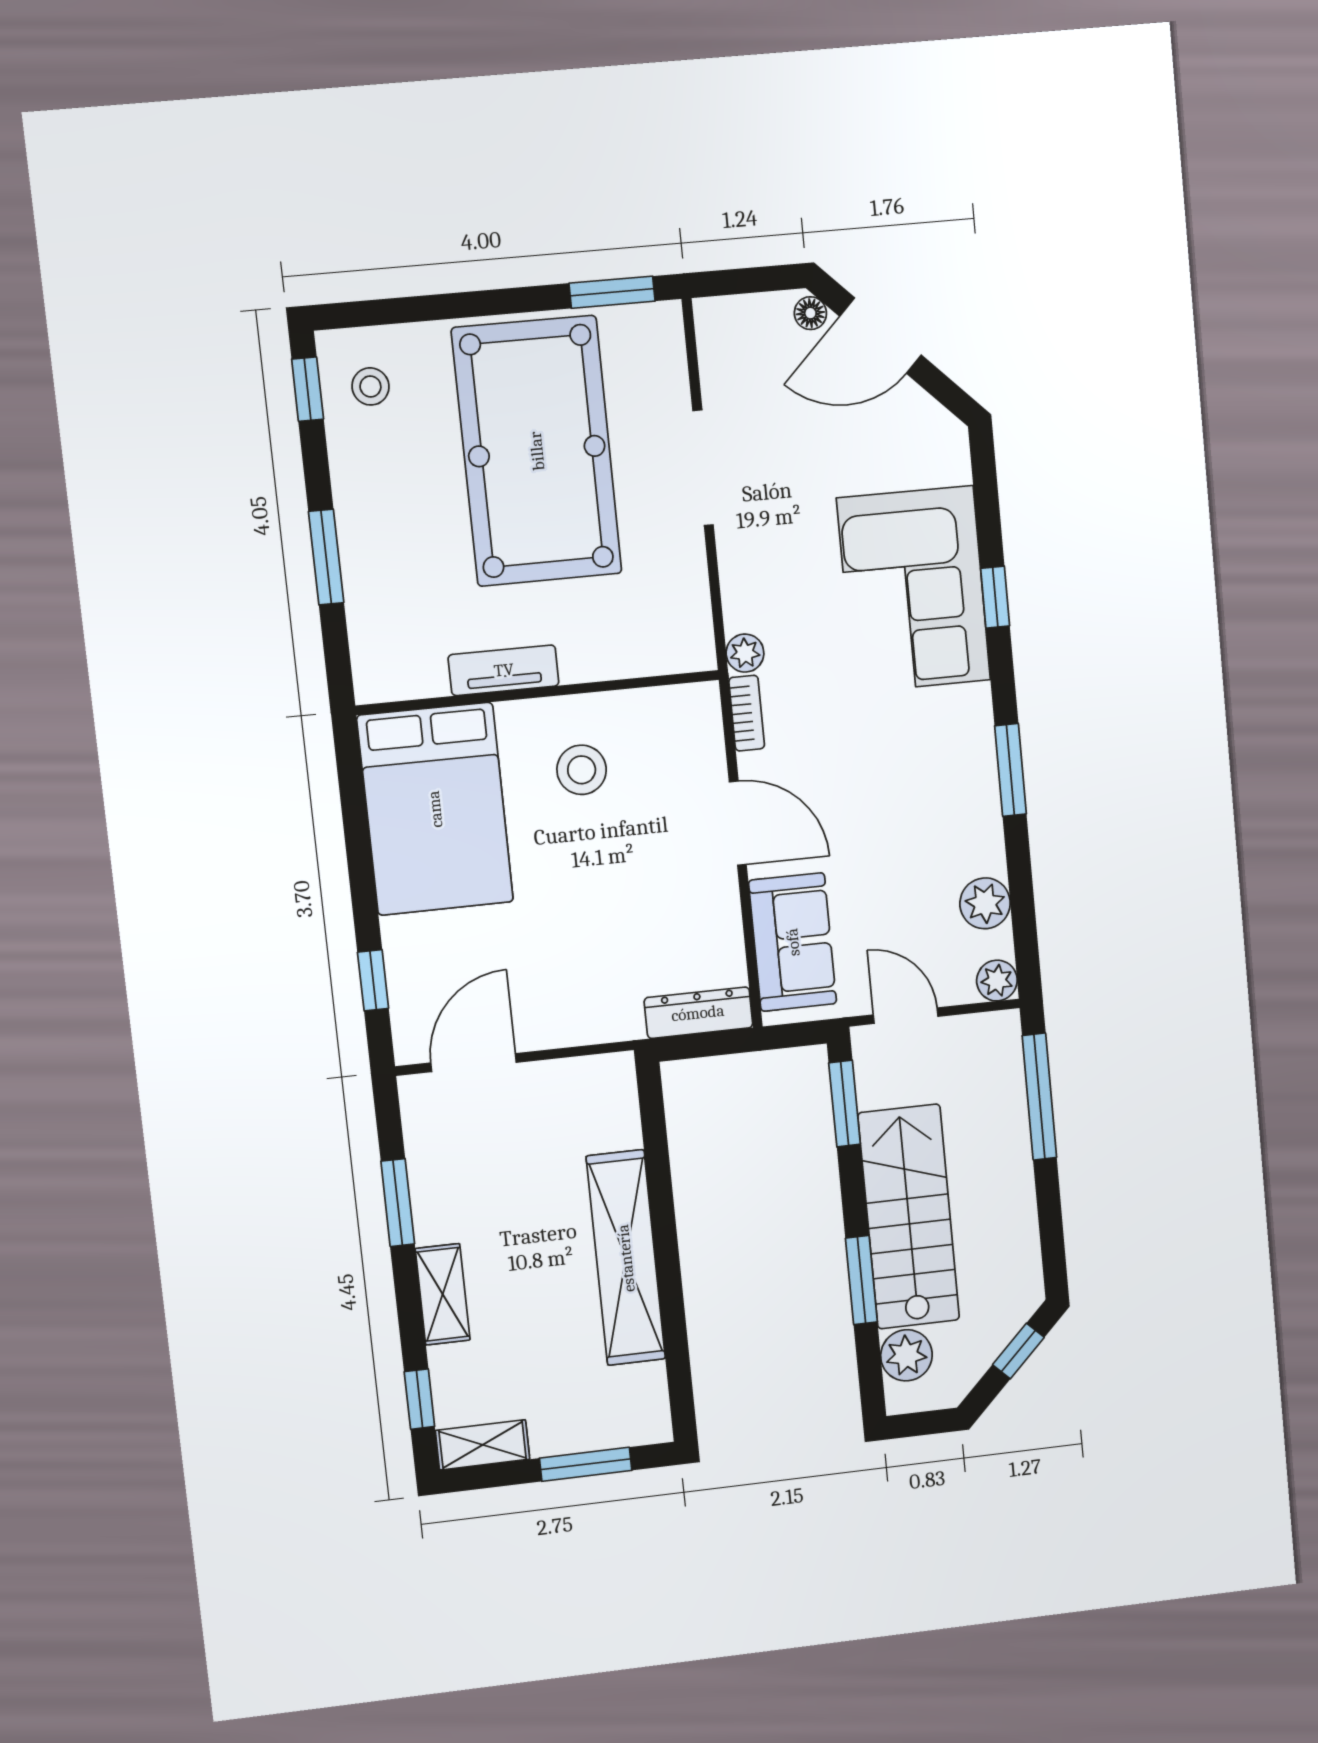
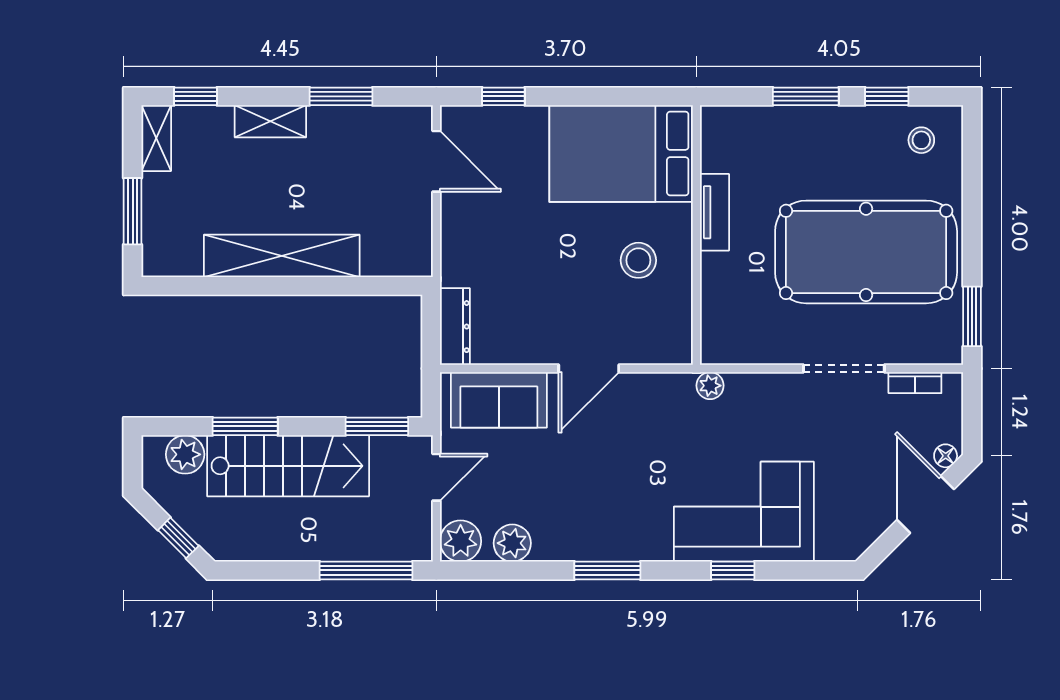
window: (308, 389) -> (887, 96), moved
bookcase: (747, 713) -> (915, 383), moved
plant: (997, 981) -> (461, 541), width x1.38, depth x1.38

